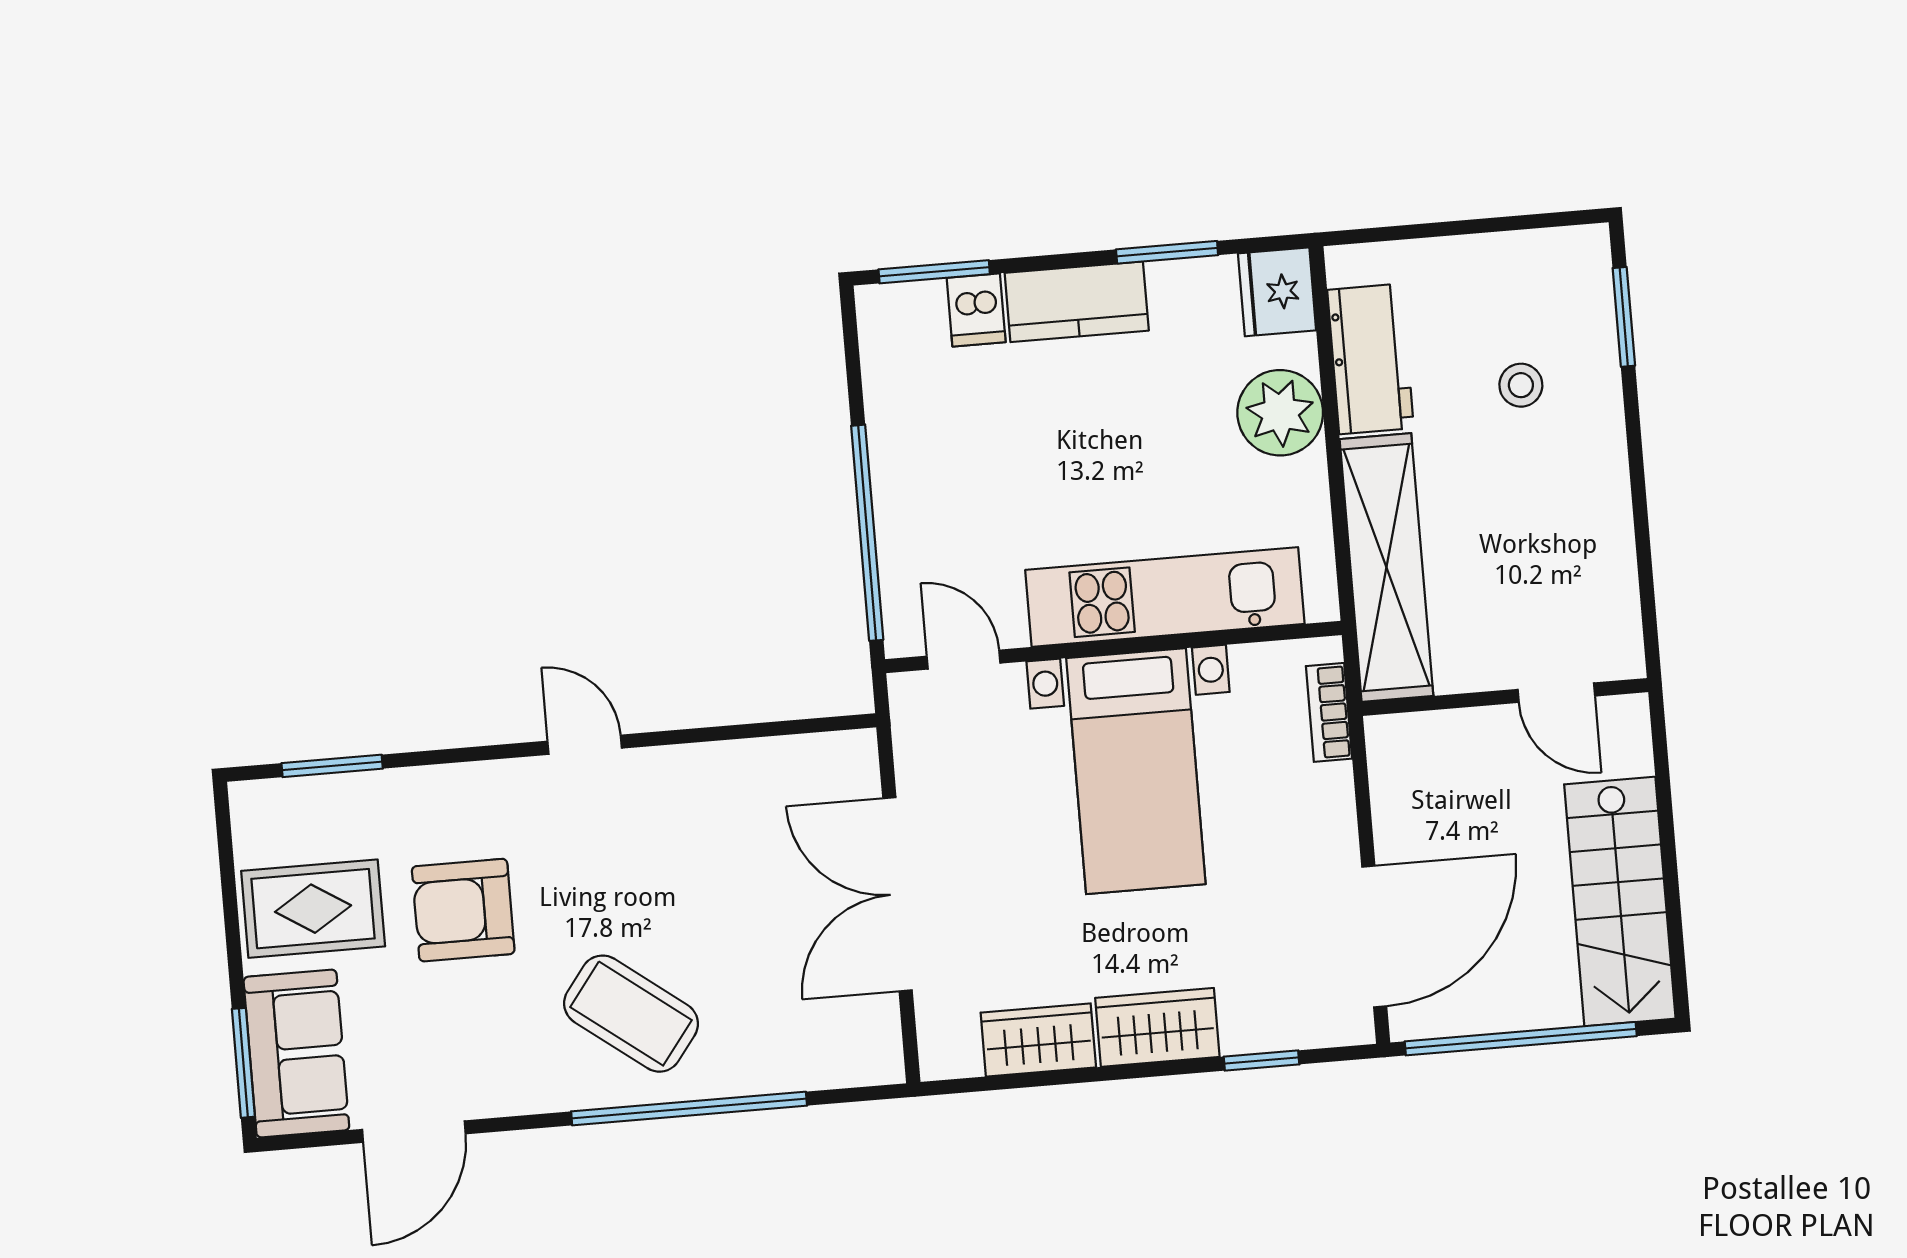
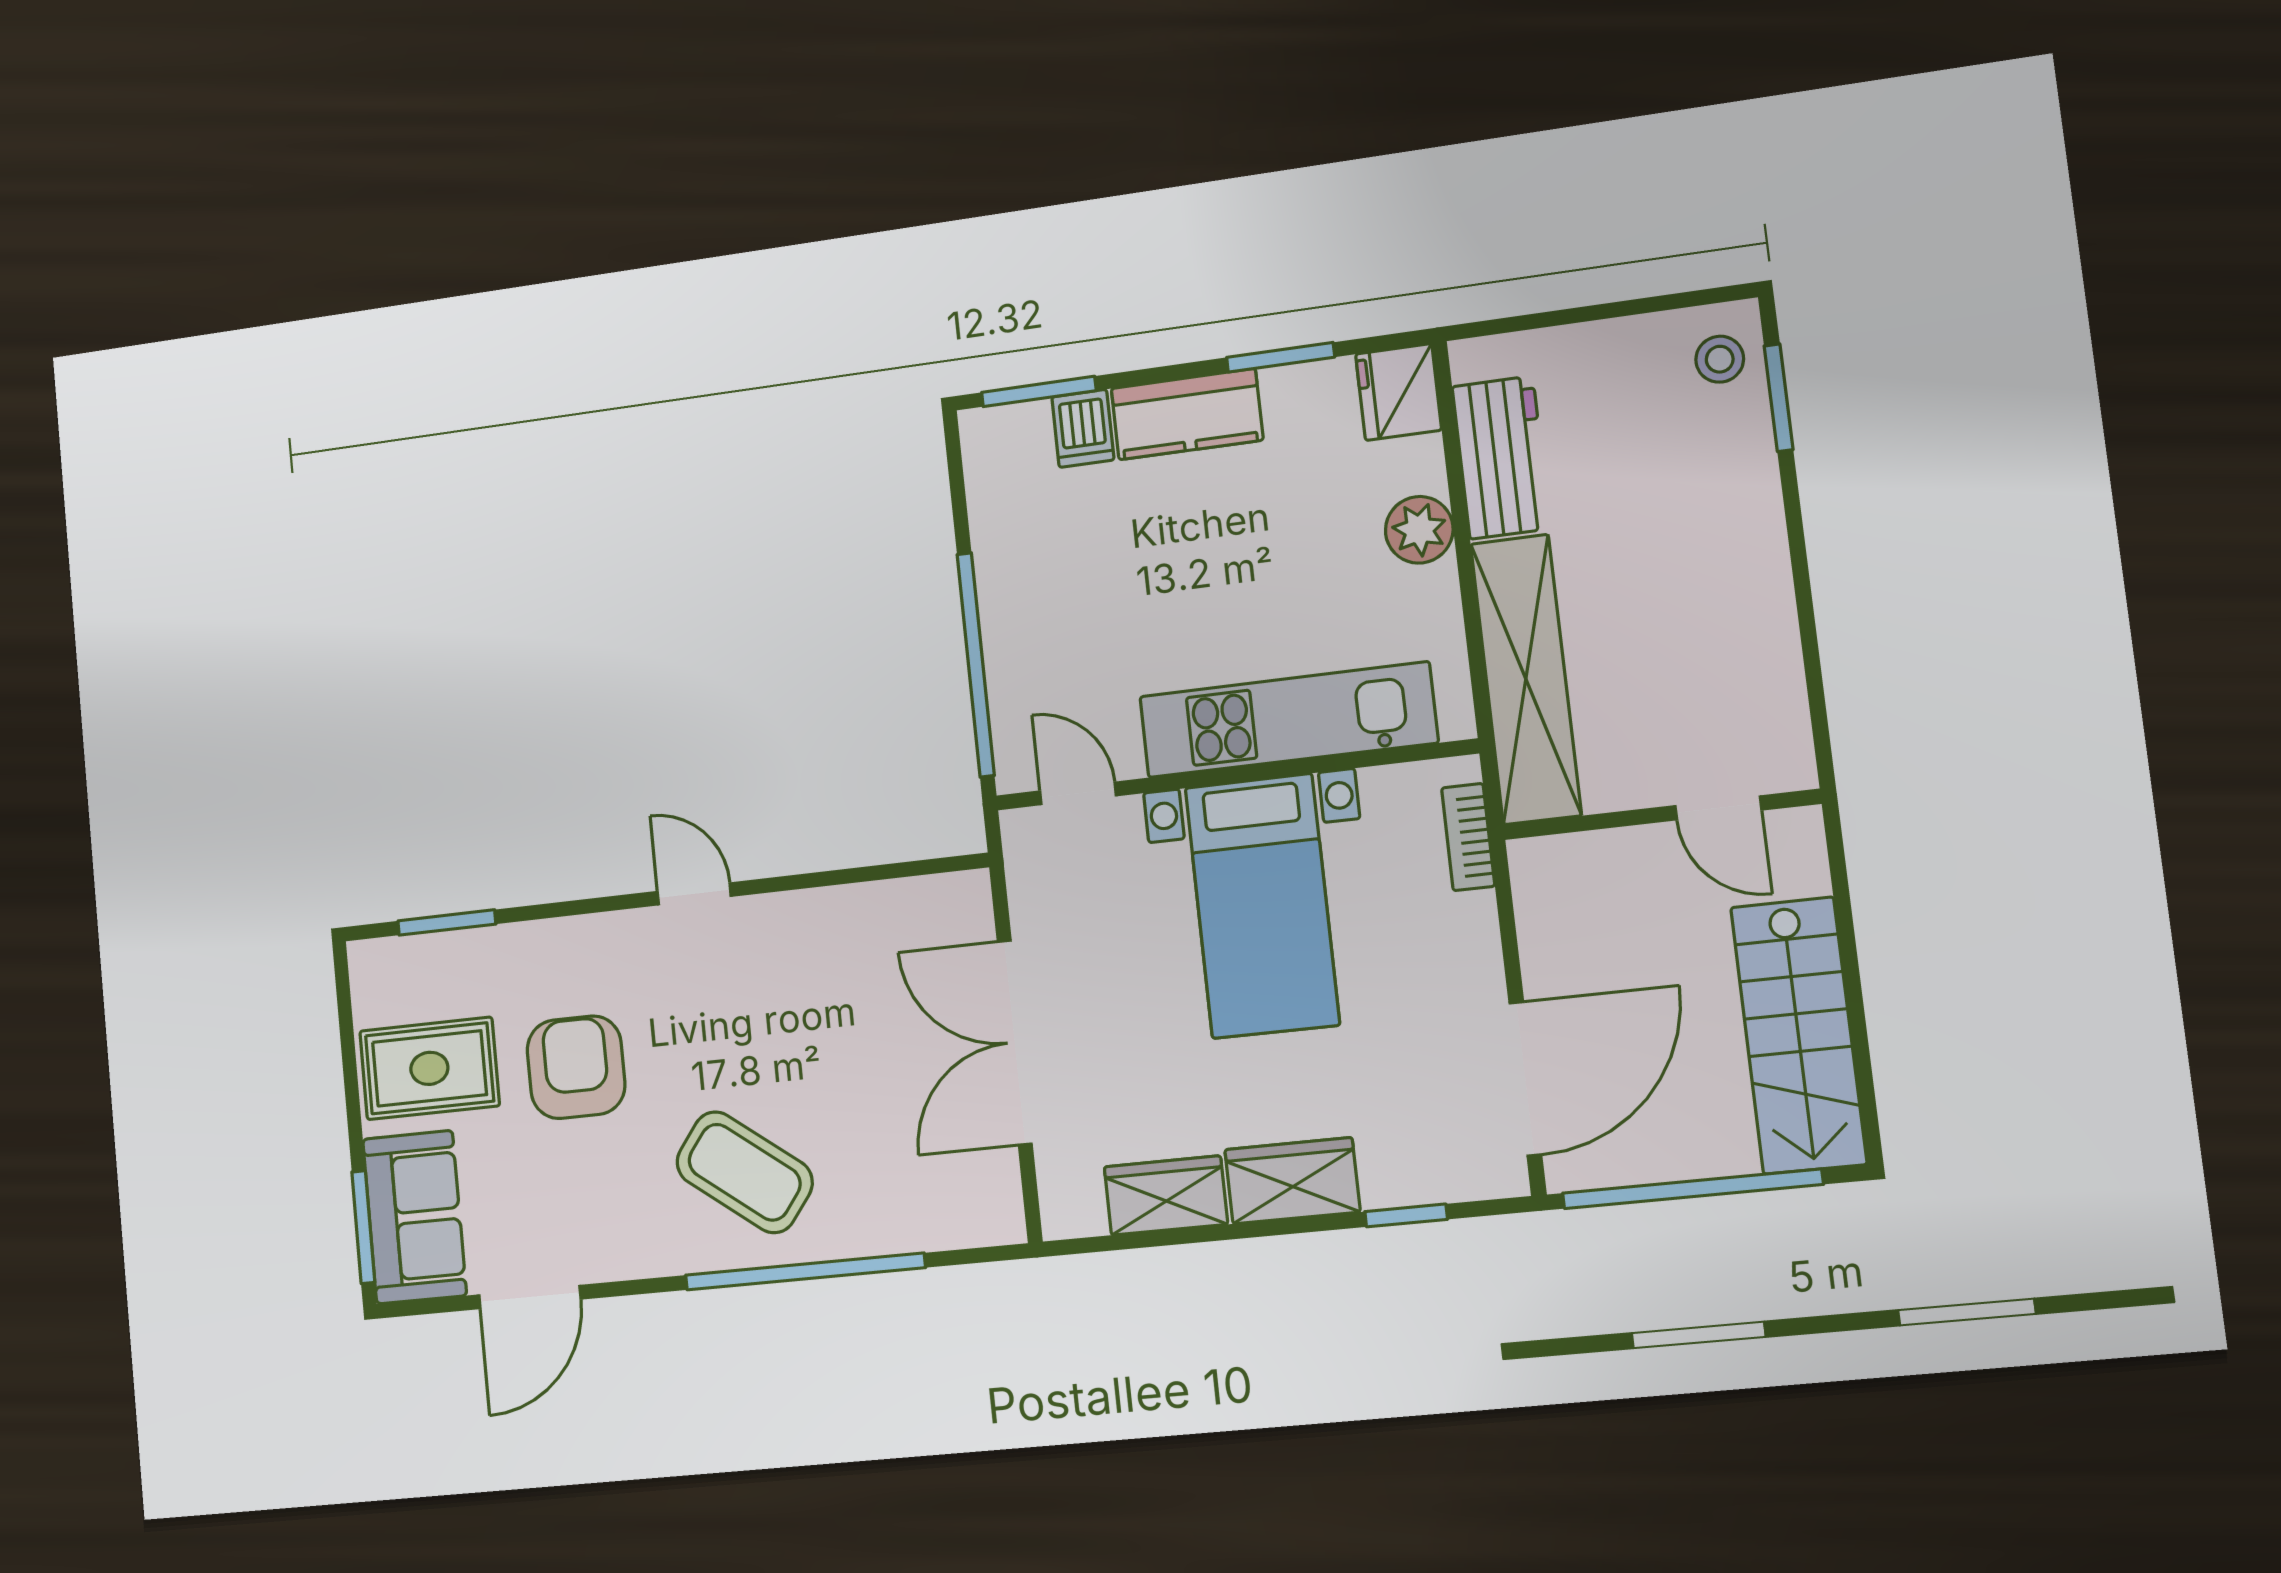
stool: (1521, 385) -> (1720, 359), moved
plant: (1280, 413) -> (1419, 530), width x0.73, depth x0.73
armchair: (463, 910) -> (576, 1067), turned 90

